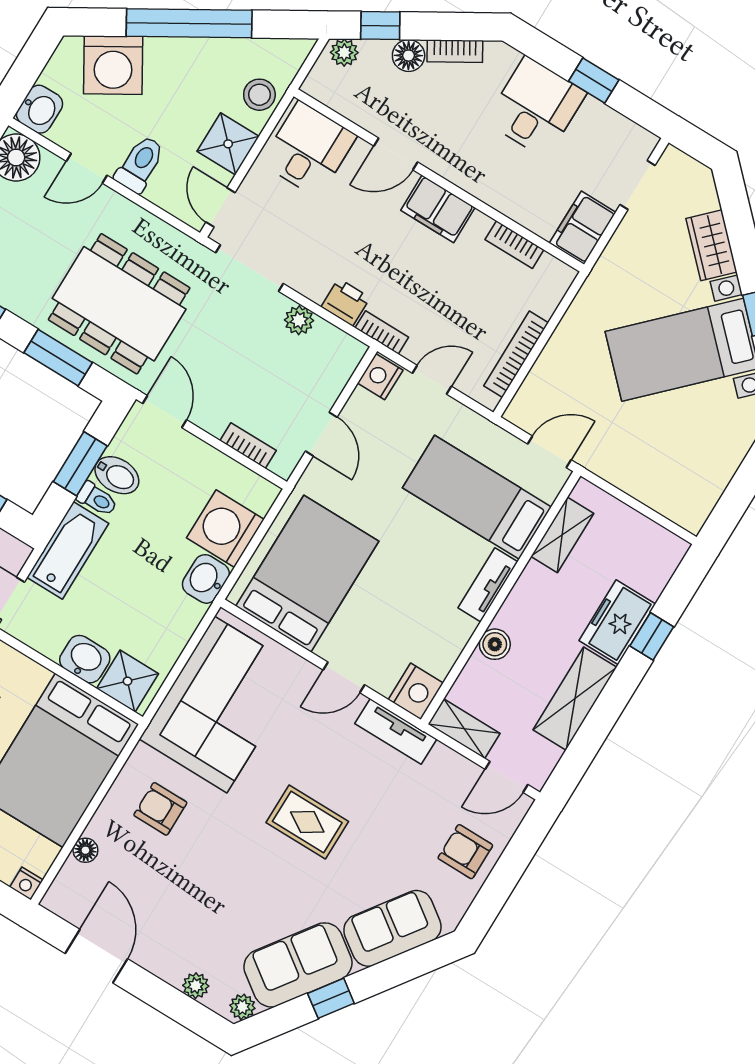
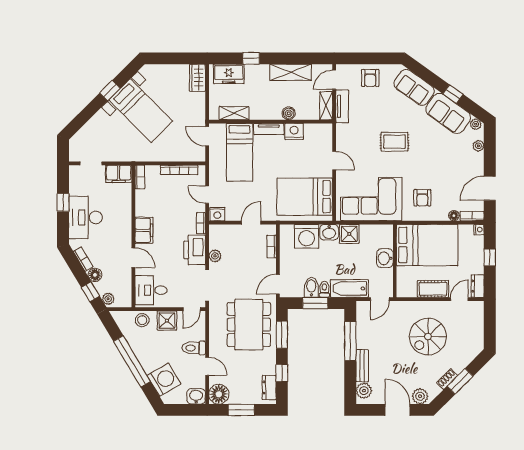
desk: (536, 107) -> (85, 217), width x1.37
bookcase: (514, 245) -> (140, 177), moved
wardrobe: (711, 245) -> (197, 78), moved, turned 135
printer: (346, 302) -> (195, 250), width x1.87, depth x1.48
freezer: (617, 622) -> (229, 74), moved
shower: (128, 681) -> (349, 234), moved
nightstand: (416, 691) -> (294, 131), moved
tv unit: (396, 731) -> (342, 106), moved
door: (506, 777) -> (334, 80), swing flipped
rug: (307, 822) -> (395, 142), turned 90
bookcase: (62, 886) -> (472, 216), added

